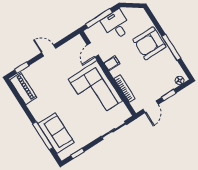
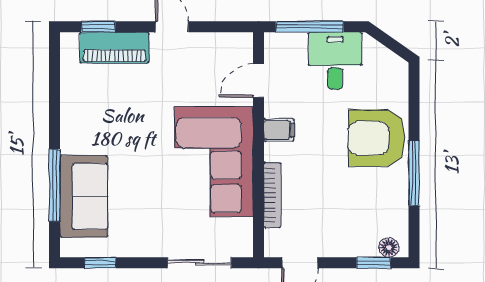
piano: (23, 89) -> (114, 47), moved, turned 90
window: (169, 95) -> (374, 263), moved

